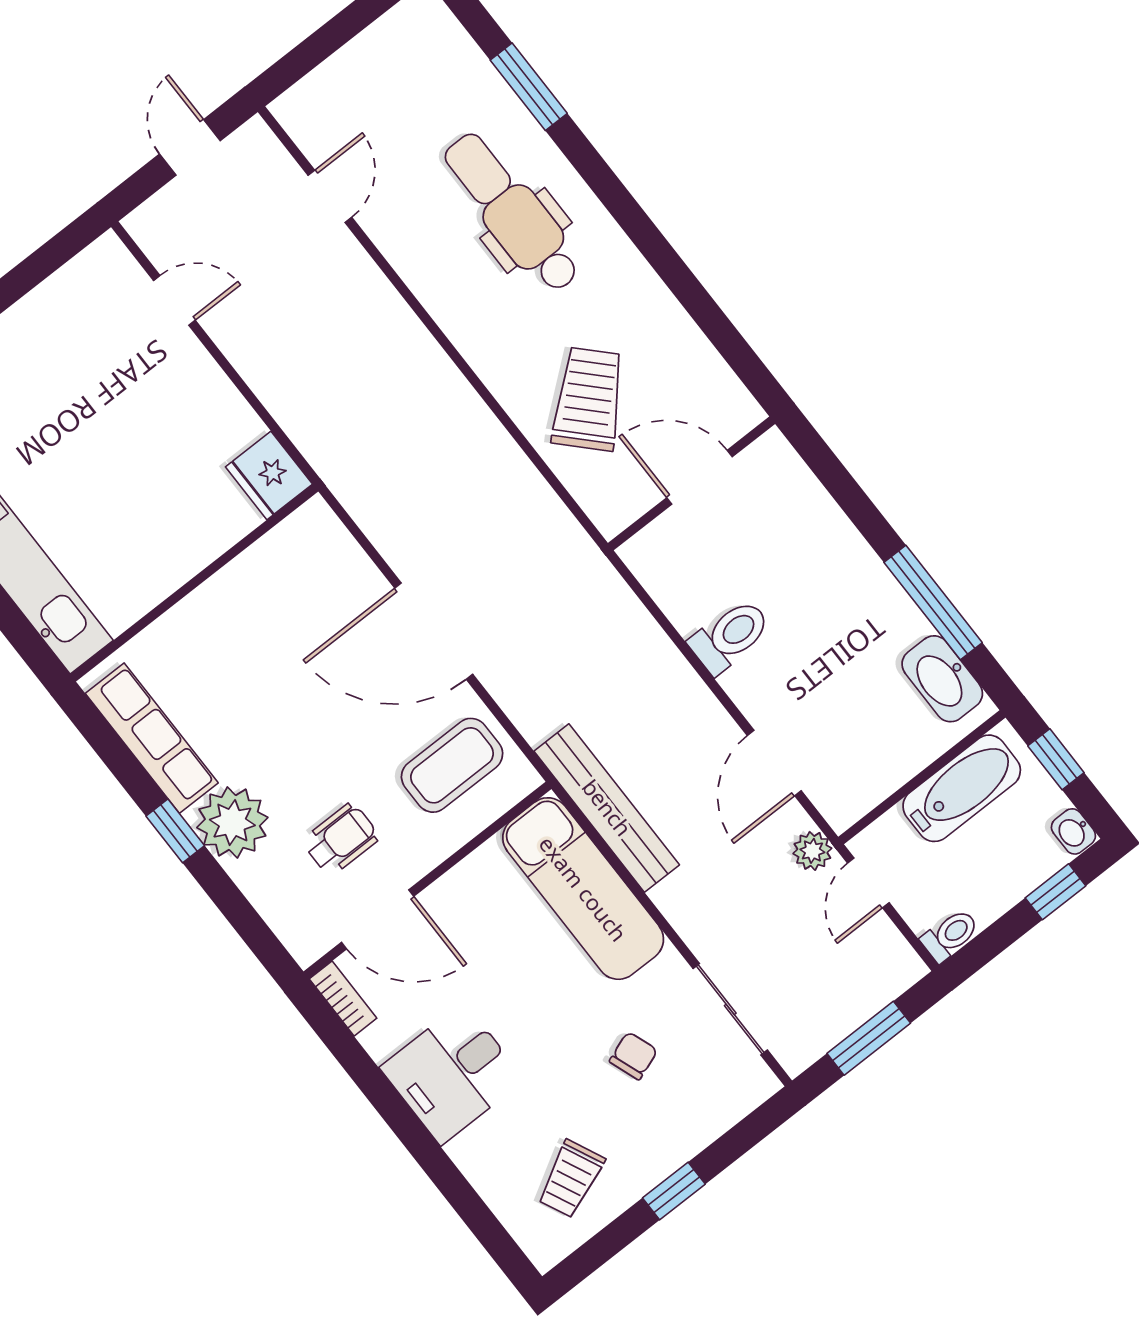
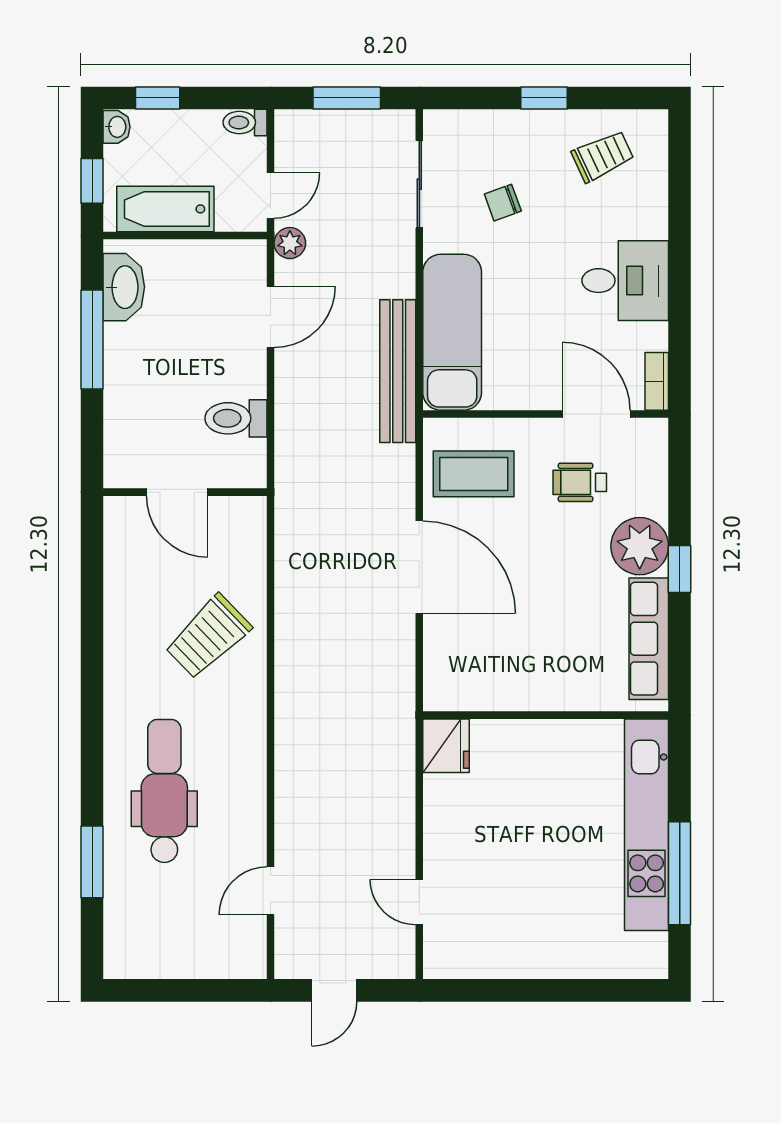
dental chair: (512, 213) -> (164, 791), turned 180
door: (699, 477) -> (177, 492), moved
wall: (691, 483) -> (185, 492), moved

